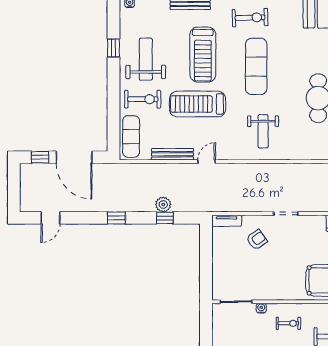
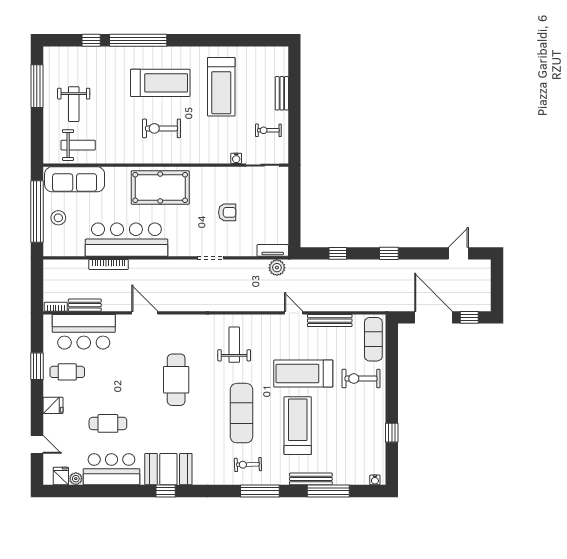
exercise bike: (250, 18) -> (248, 465), width x0.73, depth x0.72
weight bench: (146, 59) -> (358, 421), removed
treadmill: (198, 104) -> (303, 374), turned 180
door: (207, 162) -> (294, 313), swing flipped
plant: (163, 204) -> (277, 268), moved
armchair: (257, 240) -> (227, 212), moved, turned -145
exercise bike: (288, 323) -> (268, 130), moved

